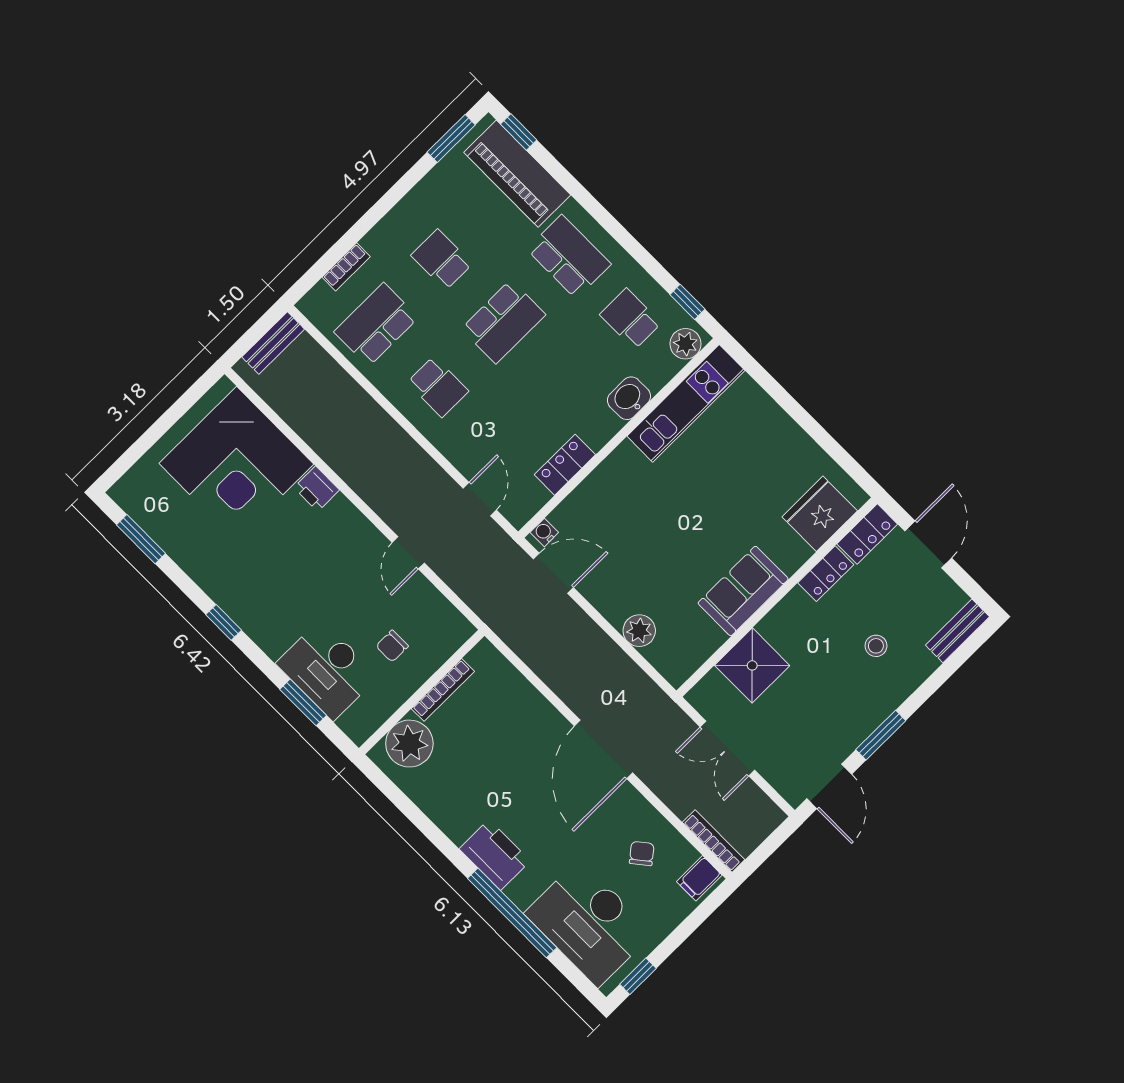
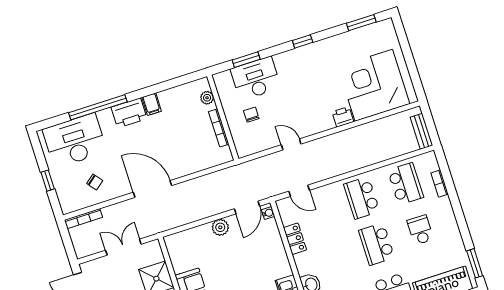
school desk: (442, 260) -> (420, 230), turned -90
school desk: (438, 387) -> (362, 198), width x1.85
plant: (639, 631) -> (220, 227), moved
plant: (409, 744) -> (207, 98), width x0.53, depth x0.53
filing cabinet: (699, 878) -> (152, 104), moved, turned 180
window: (638, 976) -> (48, 181), moved

